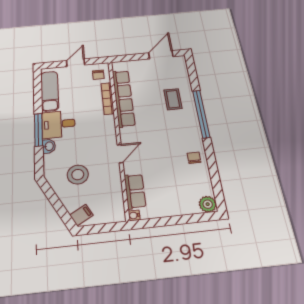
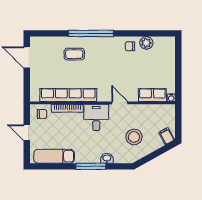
desk: (58, 124) -> (96, 117), moved, turned 180
plant: (208, 204) -> (146, 43), moved

